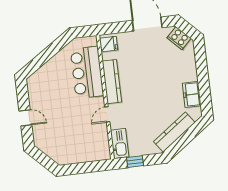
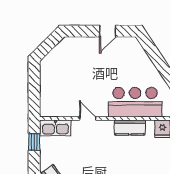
kitchen counter: (112, 82) -> (130, 128), width x0.67
door: (25, 118) -> (108, 31), moved

